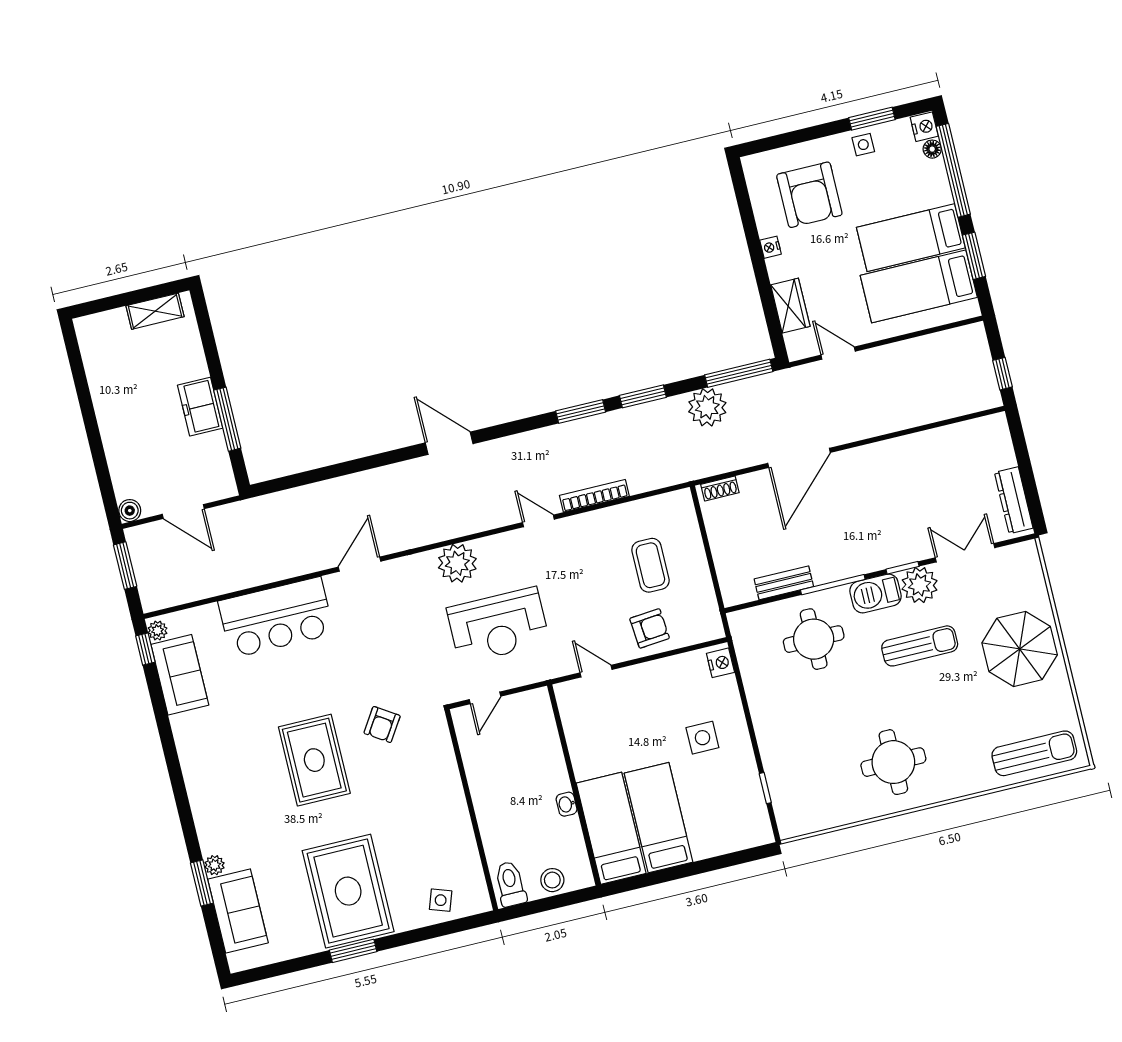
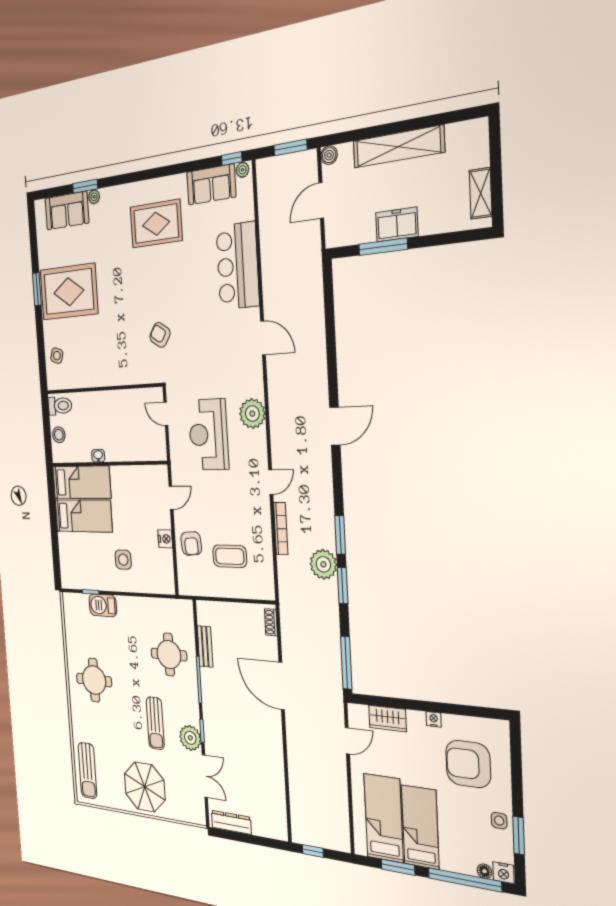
plant: (707, 407) -> (323, 564), moved
shelving: (113, 422) -> (398, 147), added
barbecue: (876, 593) -> (103, 605), moved, turned -90
nightstand: (720, 663) -> (165, 539), moved, turned -90
rug: (314, 760) -> (156, 224), moved

